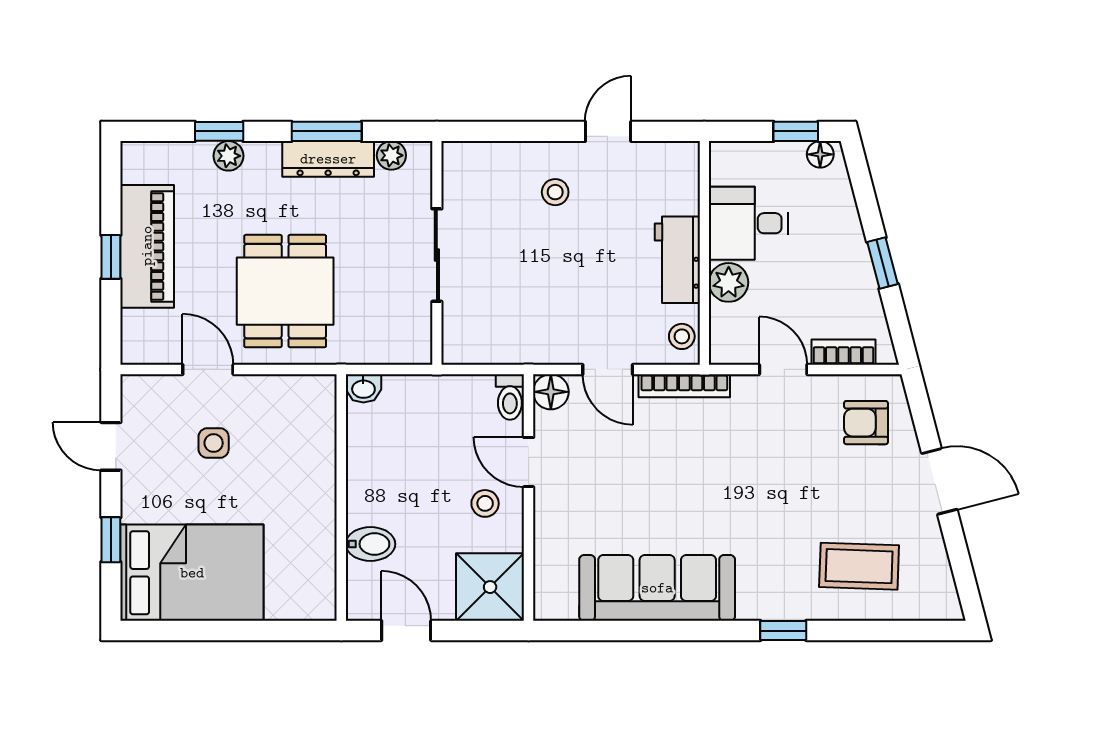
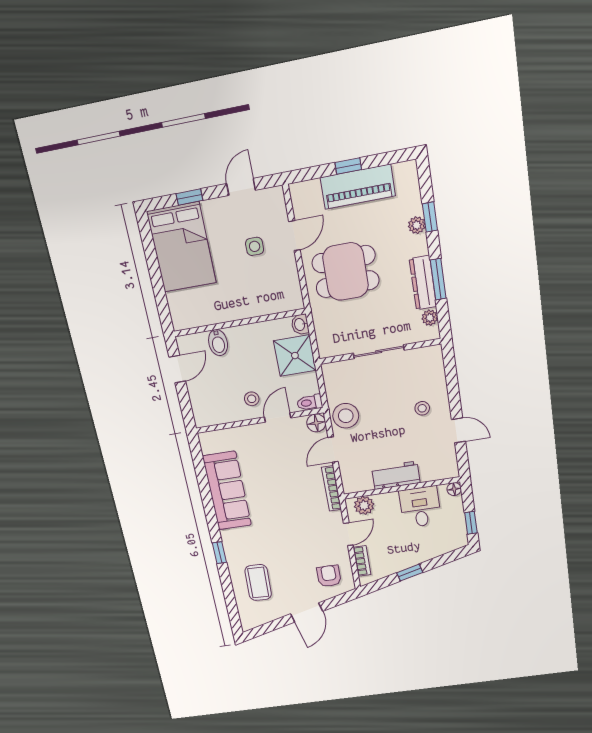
floor lamp: (820, 154) -> (454, 489), moved
plant: (729, 282) -> (364, 505), moved
stool: (682, 336) -> (346, 416), moved, width x1.89, depth x1.89
shower: (490, 587) -> (295, 356), moved

